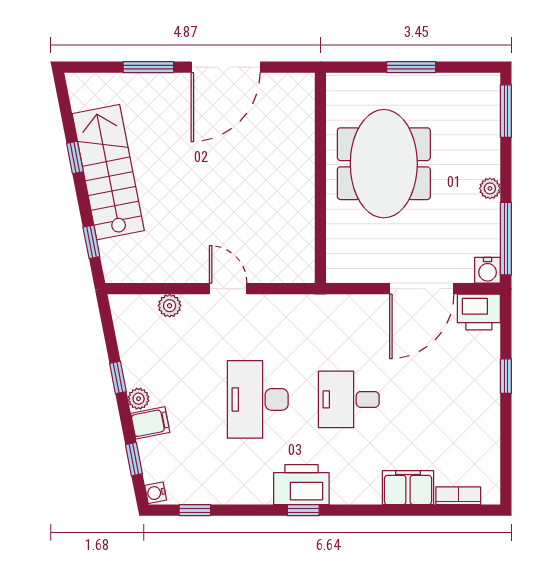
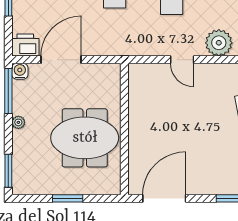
door: (226, 67) -> (164, 198), moved
meeting table: (384, 164) -> (85, 138), turned 90
plant: (170, 306) -> (219, 43), width x1.88, depth x1.88

